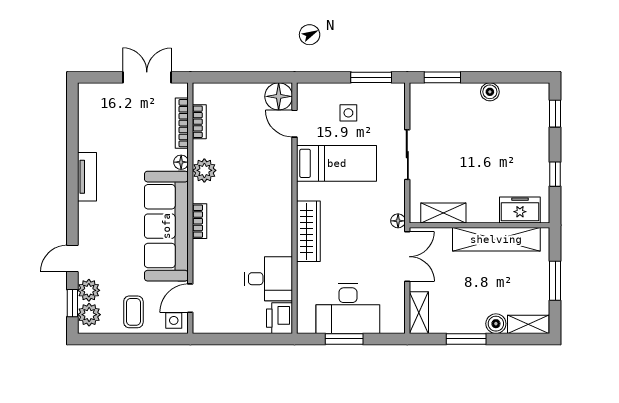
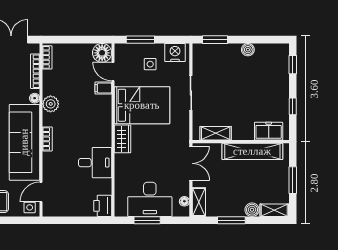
window: (371, 77) -> (140, 40), moved
nightstand: (384, 96) -> (175, 53), added
bookcase: (199, 122) -> (47, 57), moved
filing cabinet: (281, 148) -> (103, 88), added
bed: (337, 163) -> (142, 105), width x1.50
floor lamp: (398, 221) -> (184, 201), moved
wardrobe: (308, 231) -> (123, 139), width x0.67
desk: (269, 279) -> (95, 163), moved

